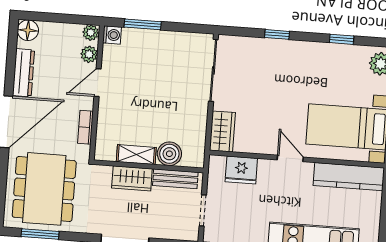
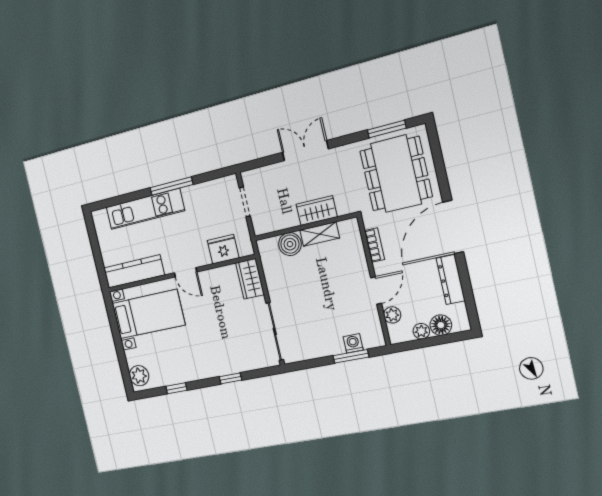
floor lamp: (28, 30) -> (441, 325), moved
plant: (91, 33) -> (421, 331), moved
washing machine: (112, 35) -> (353, 343), moved, turned 90
bench: (175, 179) -> (278, 223), removed

